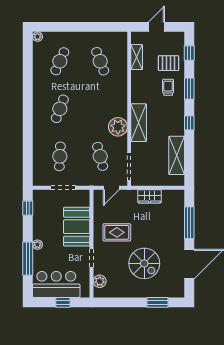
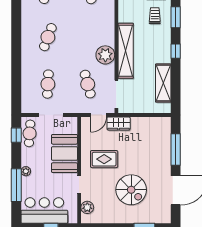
shelving: (139, 123) -> (126, 51), width x1.47
wardrobe: (149, 196) -> (119, 123), moved
cafe table: (41, 206) -> (30, 133), added

